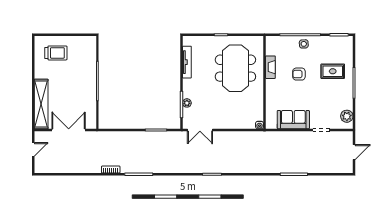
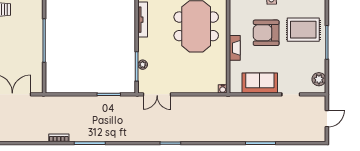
fireplace: (270, 67) -> (235, 48), moved
rug: (333, 71) -> (303, 30), width x1.36, depth x1.43
armchair: (299, 74) -> (266, 33), width x1.88, depth x1.88

